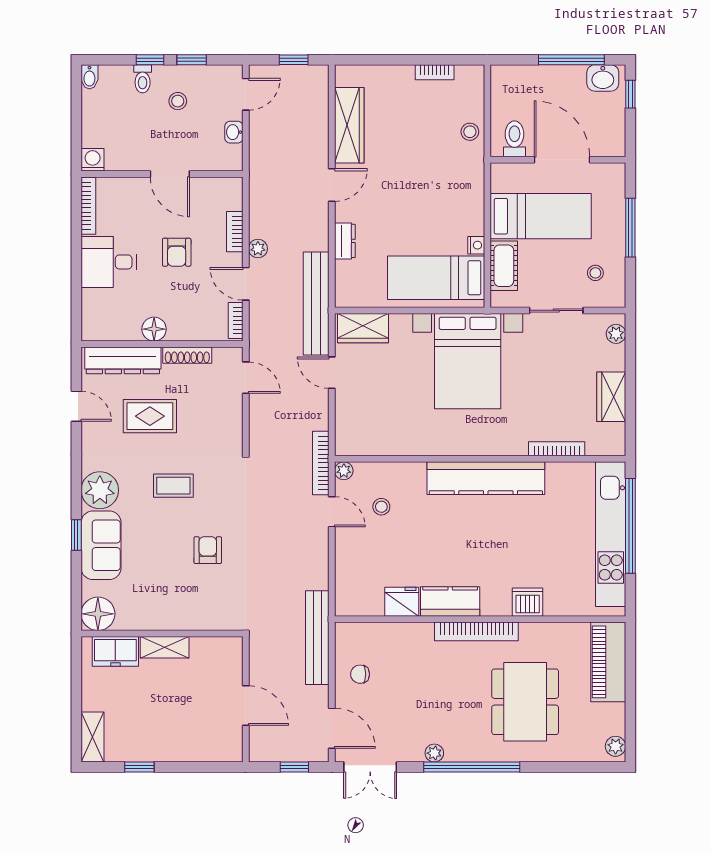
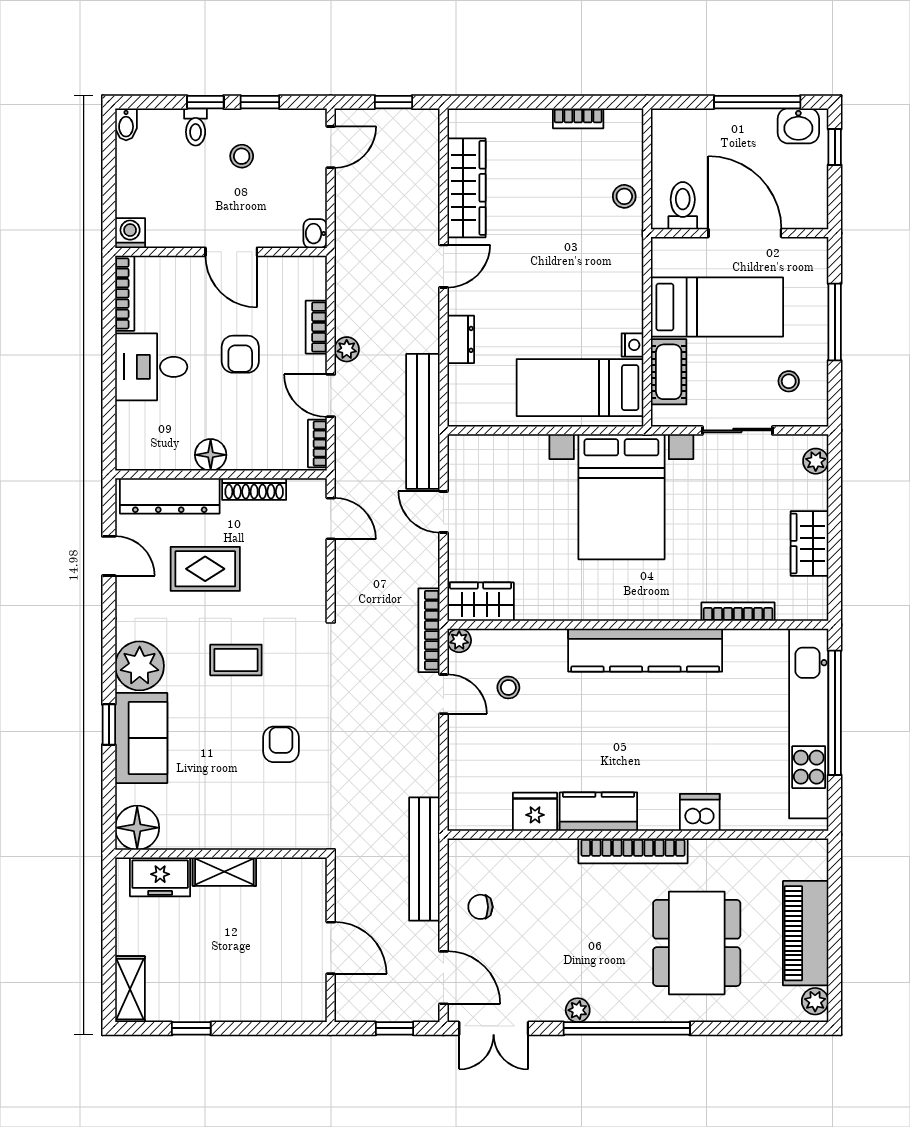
washbasin: (234, 132) -> (315, 234), moved
wardrobe: (363, 328) -> (481, 602), moved, turned 180
piano: (608, 662) -> (806, 933), moved

